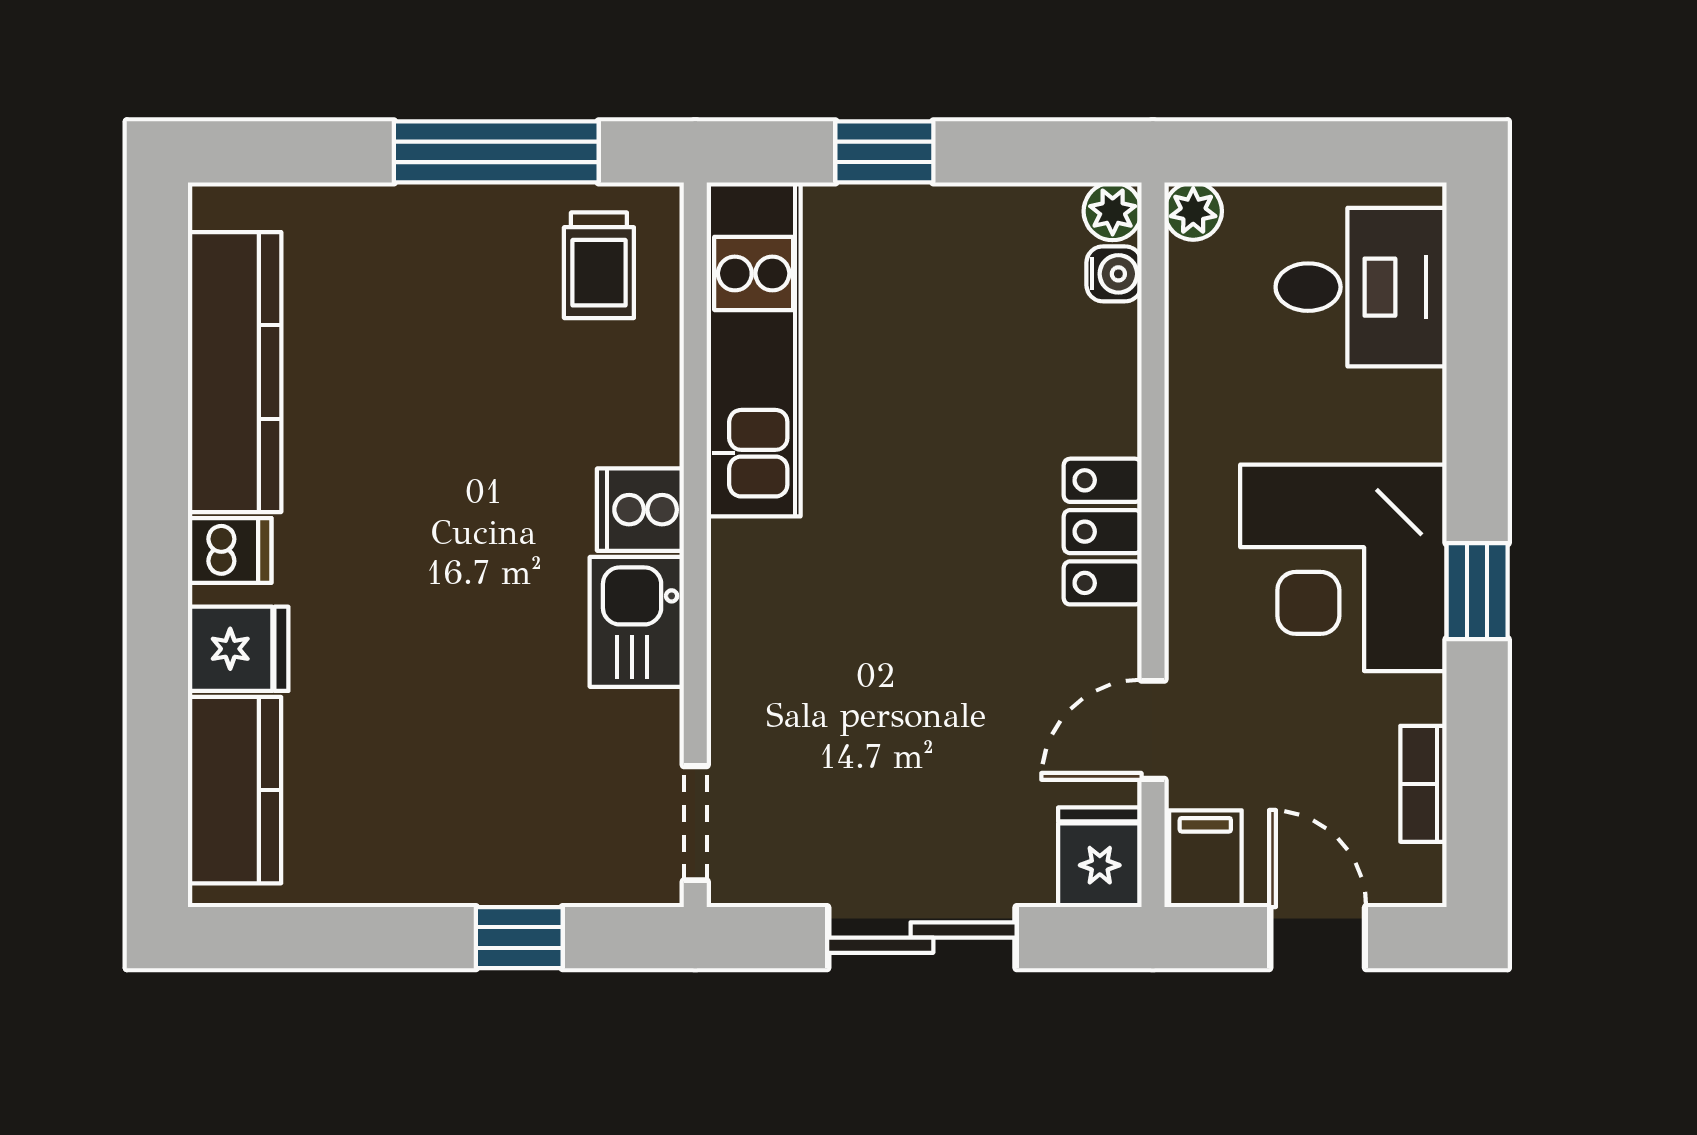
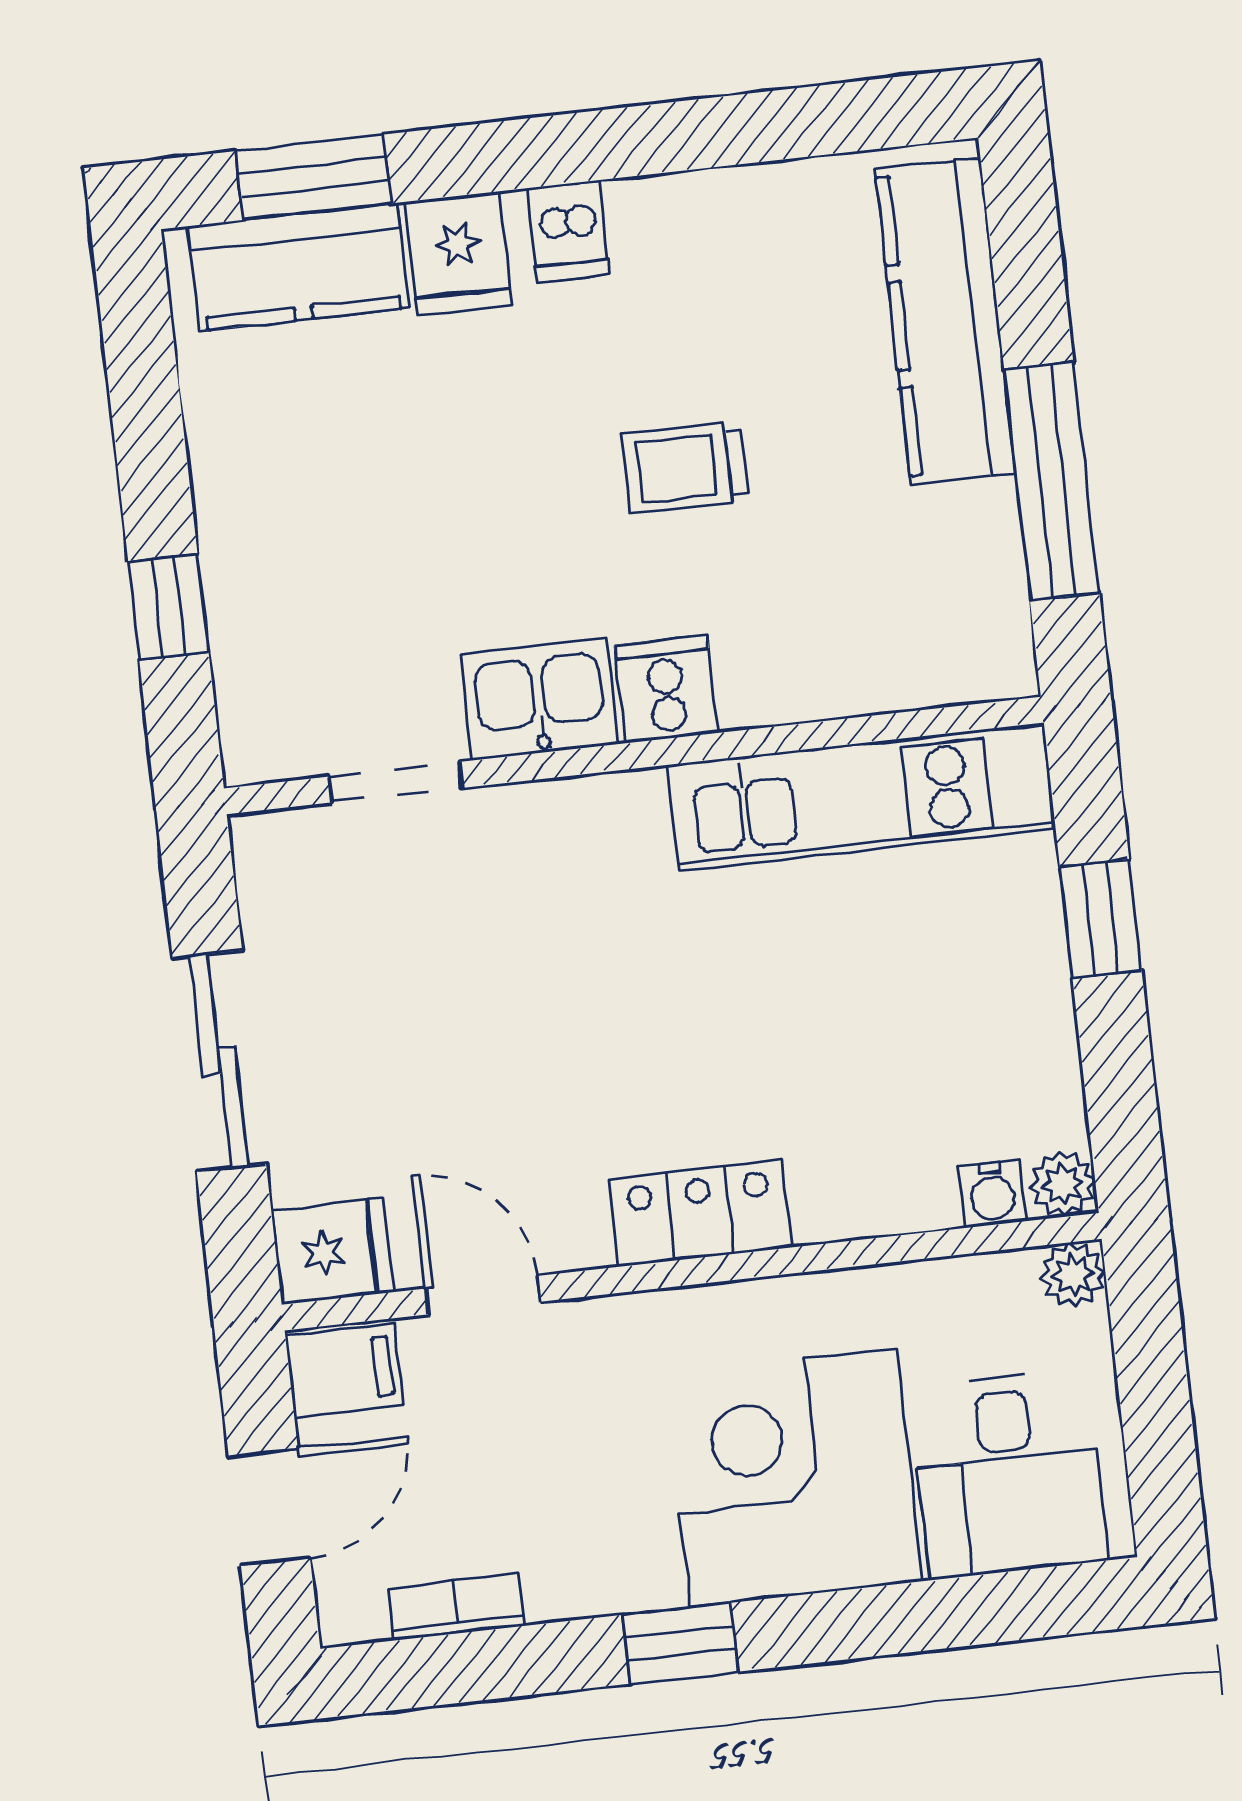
trolley: (599, 265) -> (685, 468), moved
kitchen counter: (235, 372) -> (946, 321), moved, turned 90
corner desk: (1343, 568) -> (793, 1478), moved
window: (157, 769) -> (313, 177), added
doorway: (695, 823) -> (396, 782), moved

